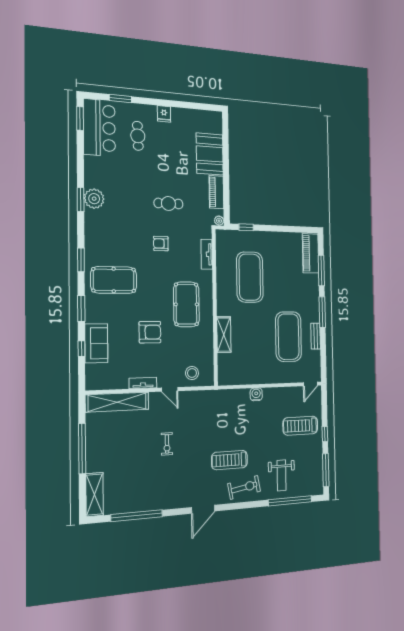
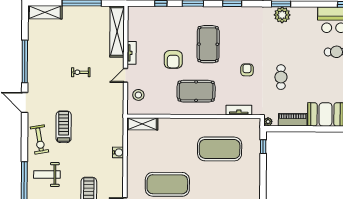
pool table: (114, 280) -> (208, 44), moved
shelving: (224, 335) -> (142, 124), moved
sofa: (96, 343) -> (165, 15), removed
window: (137, 516) -> (25, 61), moved

